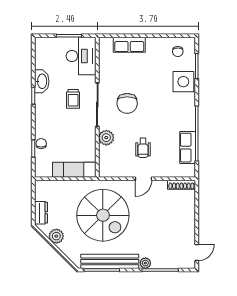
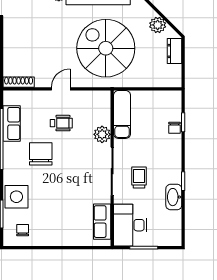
row of seats: (129, 45) -> (102, 222), moved, turned -90
chair: (127, 103) -> (41, 154), moved
wheelchair: (143, 148) -> (61, 123), turned 90
exam couch: (74, 170) -> (122, 114), moved, turned -90

